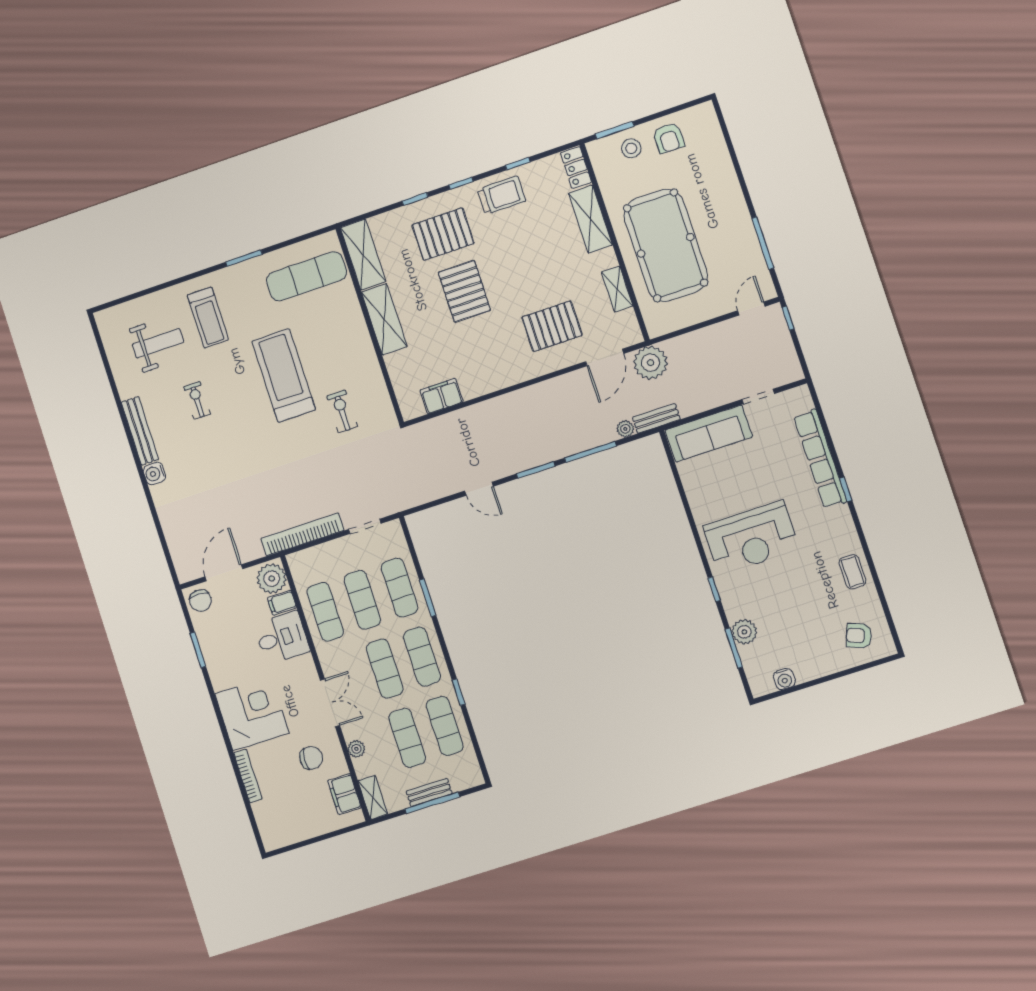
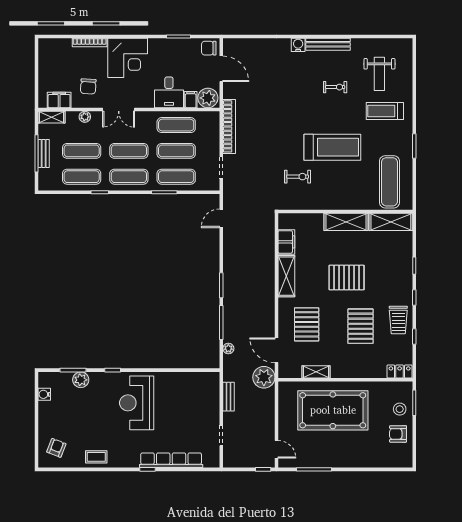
shelving: (590, 219) -> (286, 276), moved, turned 90
pallet: (443, 234) -> (361, 326), moved
bench: (656, 418) -> (228, 397), moved
sofa: (709, 434) -> (209, 398), removed
door: (479, 489) -> (221, 218), moved

